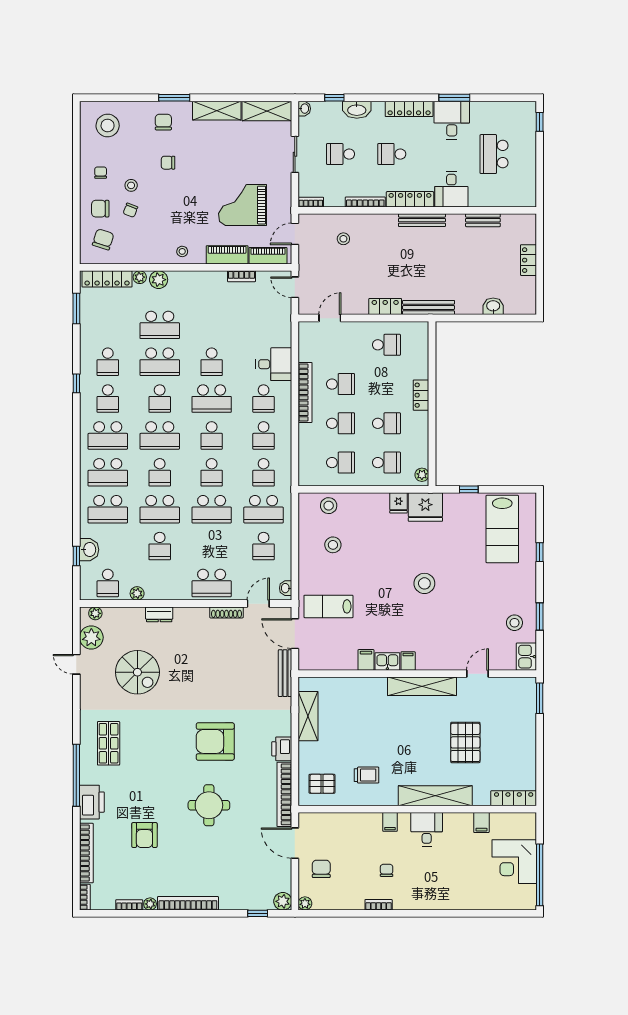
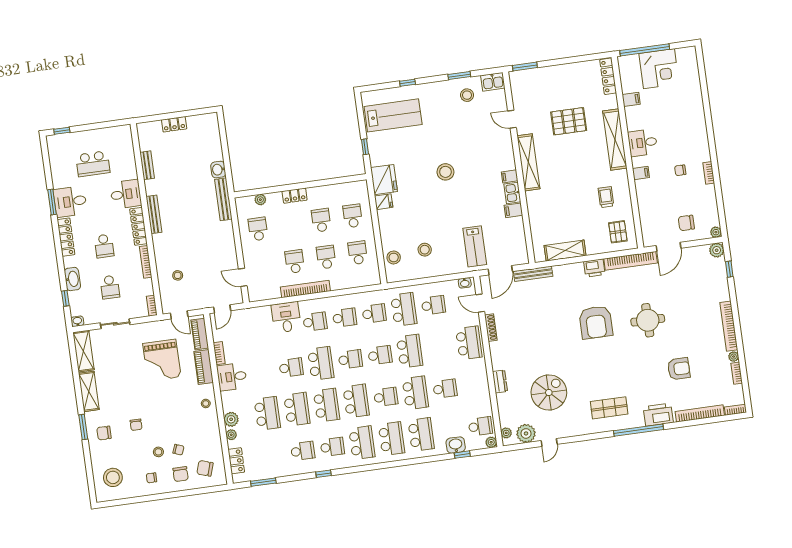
locker: (107, 279) -> (236, 461), width x0.66
desk: (210, 288) -> (232, 377), added
washbasin: (493, 306) -> (218, 170), moved
locker: (385, 307) -> (227, 234), removed
school desk: (160, 399) -> (327, 405), width x1.85
plant: (422, 475) -> (260, 200), moved
plant: (137, 593) -> (491, 442), moved
window: (540, 875) -> (645, 50), moved

